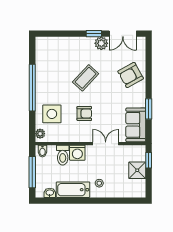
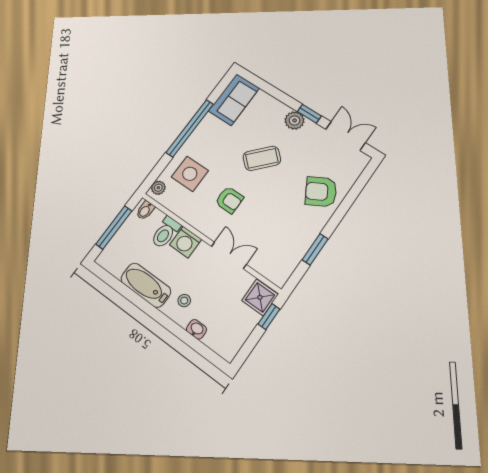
double door: (123, 34) -> (345, 136), swing flipped
plant: (101, 43) -> (295, 120), moved
sofa: (136, 125) -> (234, 99), moved, turned 180
shower: (137, 170) -> (260, 297), moved
washbasin: (50, 193) -> (196, 329), moved

